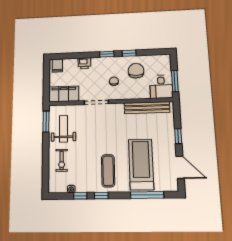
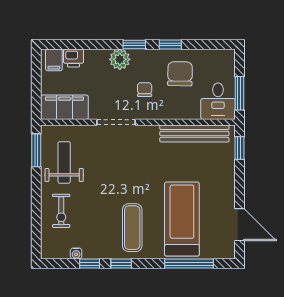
printer: (84, 63) -> (74, 58), moved
plant: (98, 63) -> (120, 59), added
window: (178, 136) -> (239, 148), moved

